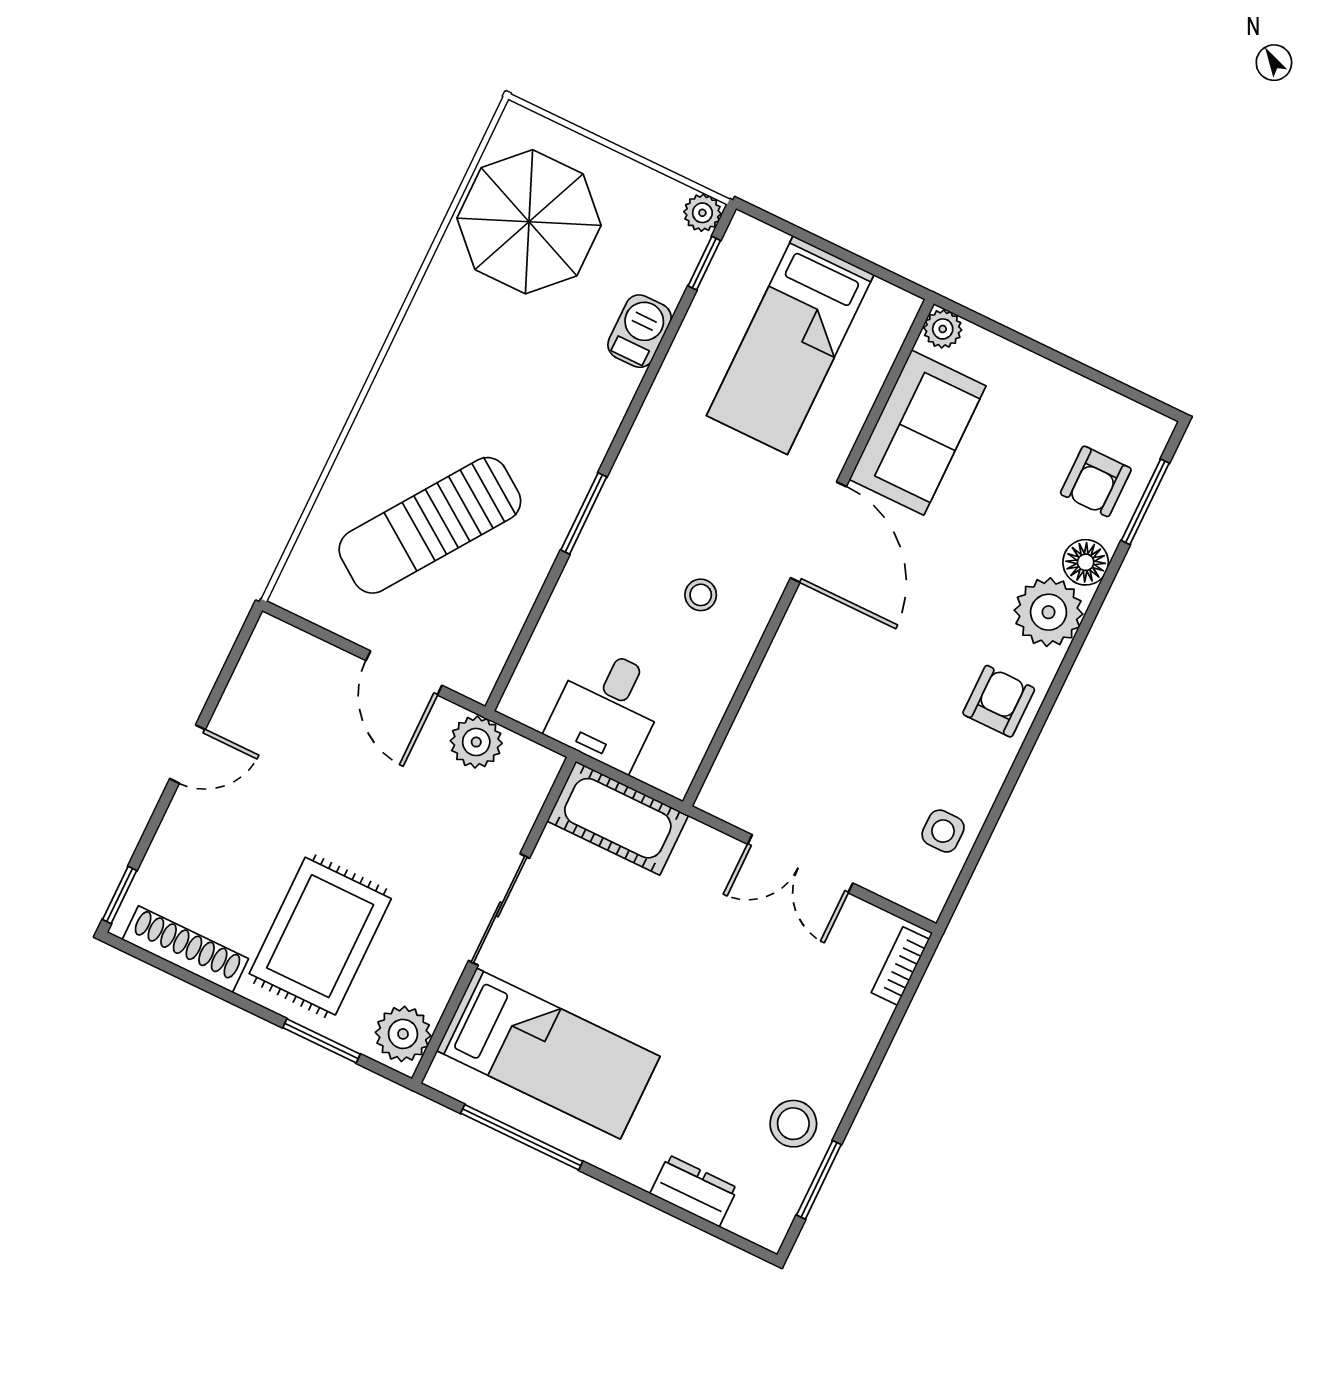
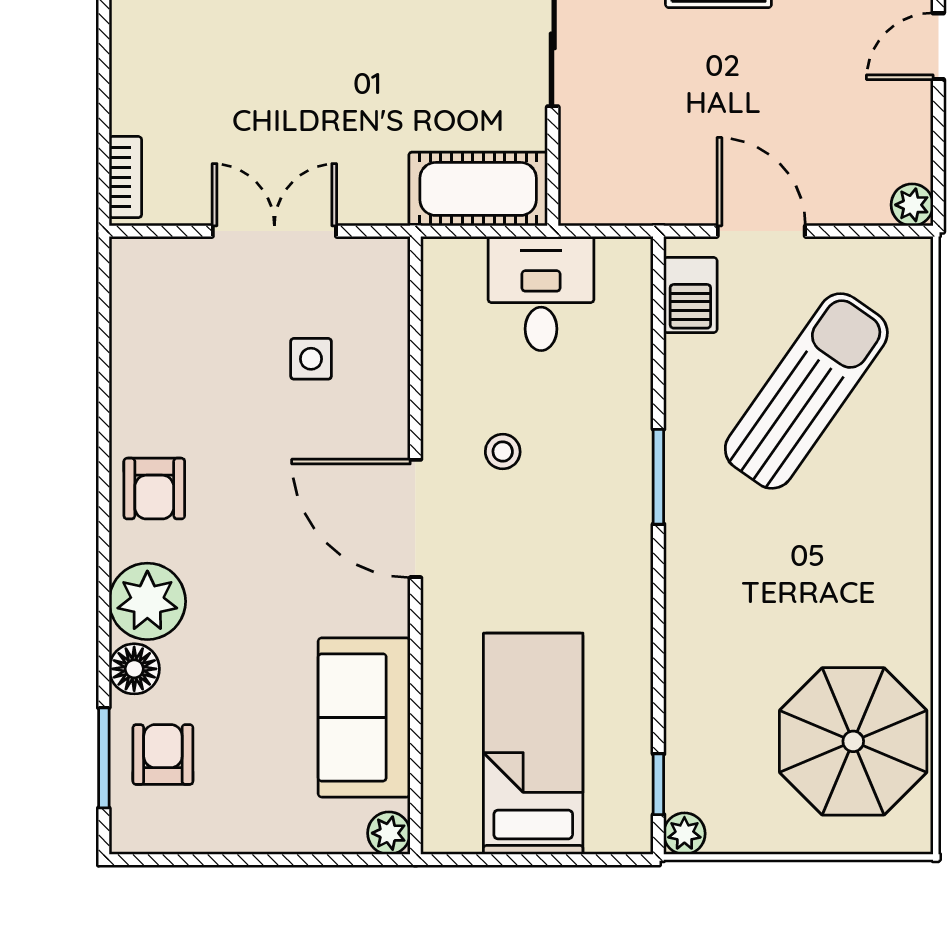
barbecue: (640, 331) -> (690, 295), moved
door: (818, 532) -> (415, 518), moved
plant: (476, 742) -> (912, 205), moved, width x0.73, depth x0.73
side table: (943, 831) -> (311, 359), moved

